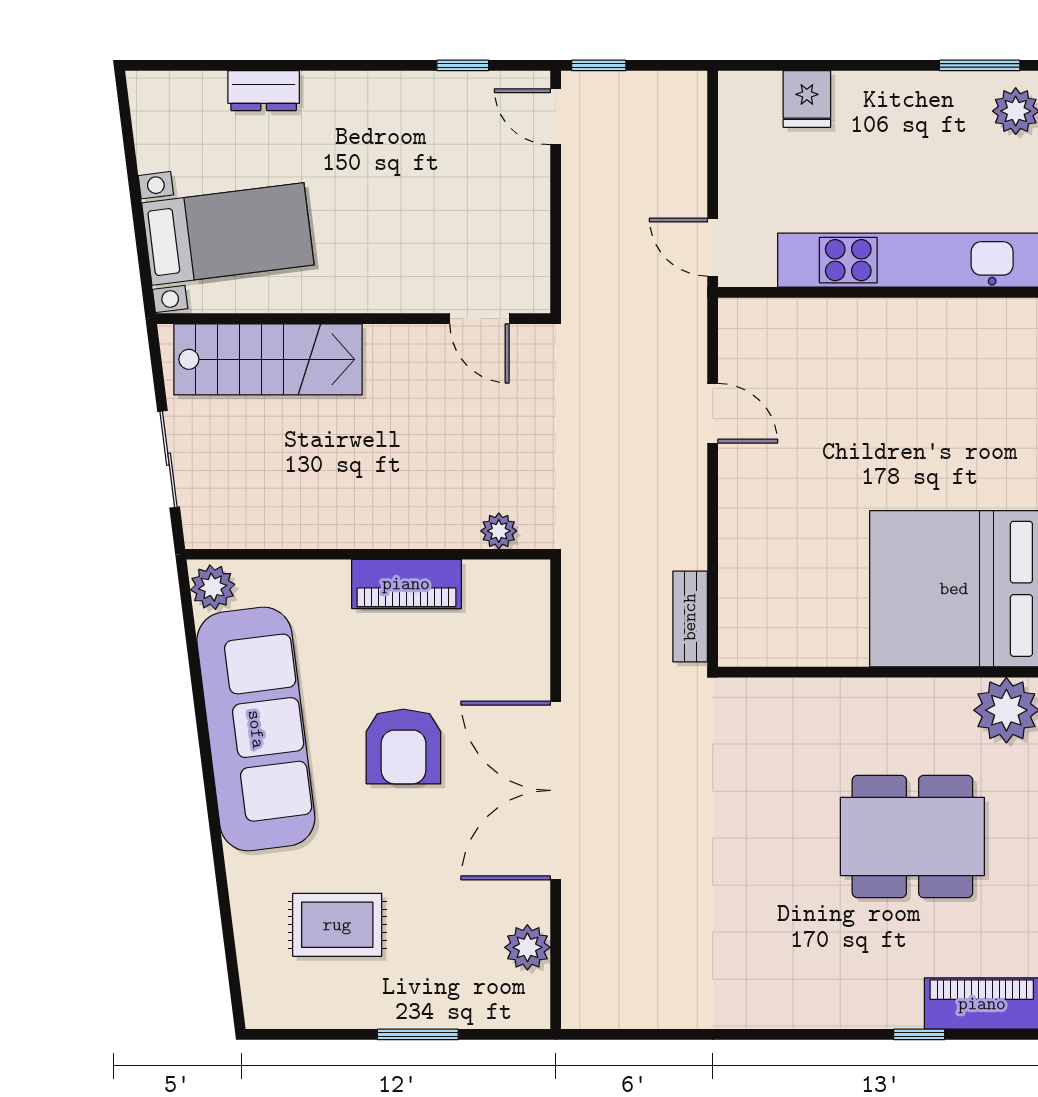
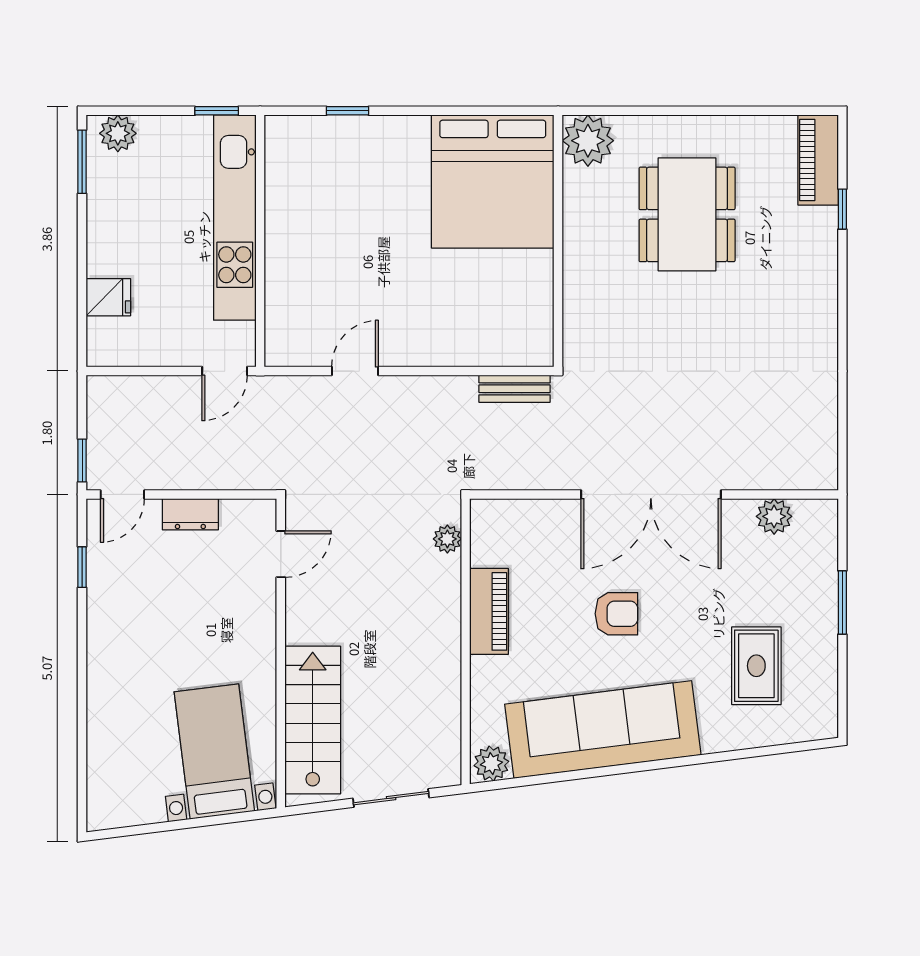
dresser: (264, 91) -> (190, 514), moved, turned 90
armchair: (403, 746) -> (616, 614), width x0.72, depth x0.72

